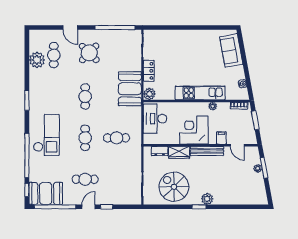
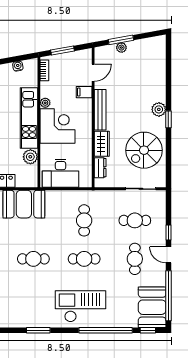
plant: (149, 94) -> (30, 157), moved
corner desk: (194, 130) -> (58, 126), moved, turned 180
cafe table: (117, 179) -> (135, 220), added

